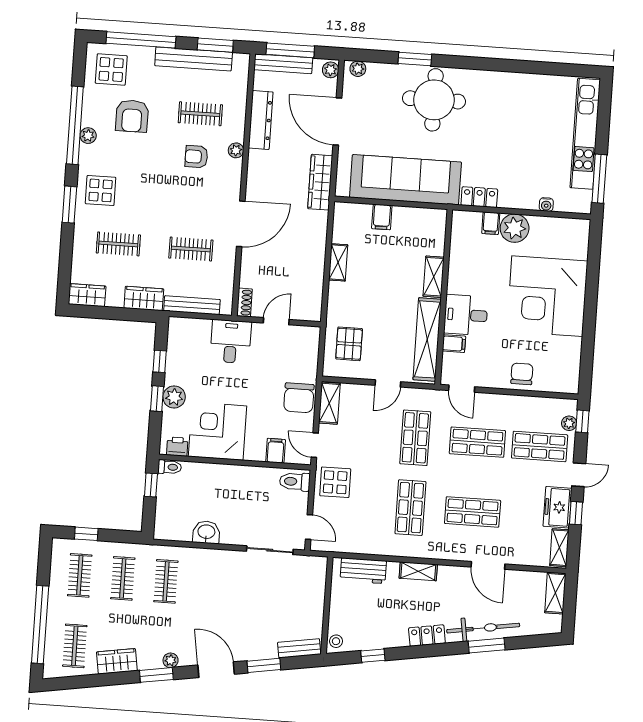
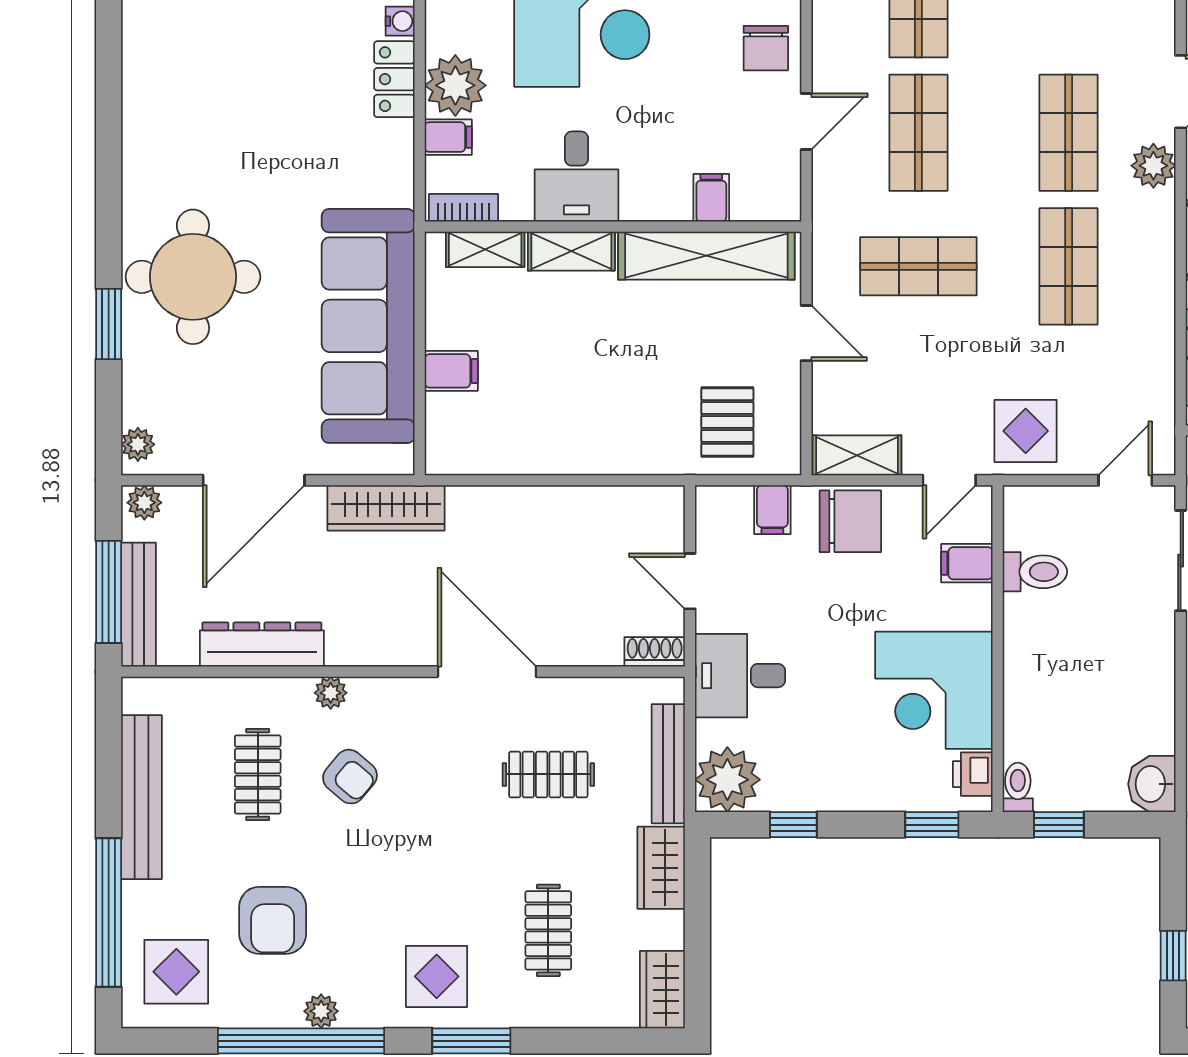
window: (215, 45) -> (109, 753), removed
armchair: (132, 116) -> (273, 920), turned 90
armchair: (196, 157) -> (350, 777), turned -50
locker: (479, 197) -> (394, 79), moved
bookcase: (457, 228) -> (464, 208), added
clothes rail: (191, 249) -> (548, 774), turned 90
shelving: (338, 262) -> (485, 249), moved
desk: (466, 315) -> (576, 177), moved
pallet: (349, 344) -> (727, 422), turned 90
filing cabinet: (307, 362) -> (772, 510), added
chair: (522, 374) -> (766, 48), turned -90
door: (462, 389) -> (806, 121), moved
plant: (174, 397) -> (727, 780), moved, width x1.36, depth x1.36
window: (157, 399) -> (932, 825), moved
toilet: (295, 482) -> (1035, 572), moved, turned -90
shop shelf: (410, 508) -> (1069, 266), turned 90
washbasin: (206, 532) -> (1152, 784), moved
plant: (454, 550) -> (1153, 166), added

